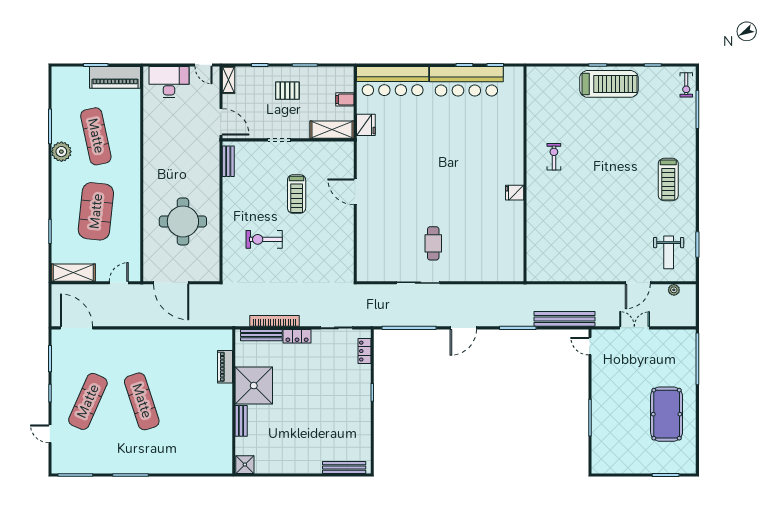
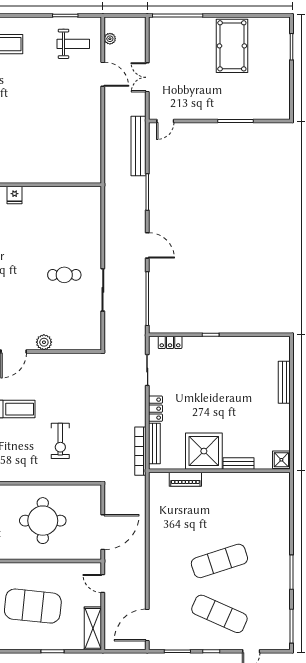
plant: (365, 223) -> (44, 342), added
bookcase: (274, 321) -> (140, 451), moved
pool table: (667, 414) -> (232, 46), turned 90
bench: (344, 468) -> (284, 382), moved

